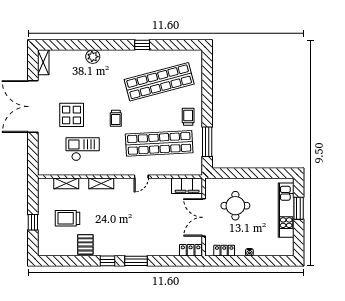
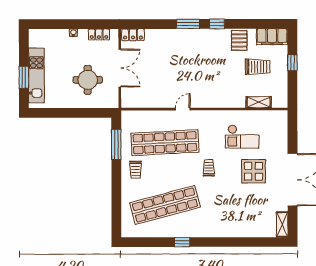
plant: (93, 57) -> (232, 230), removed
shelving: (101, 183) -> (223, 102), removed
filing cabinet: (187, 186) -> (272, 37), moved, turned 180

